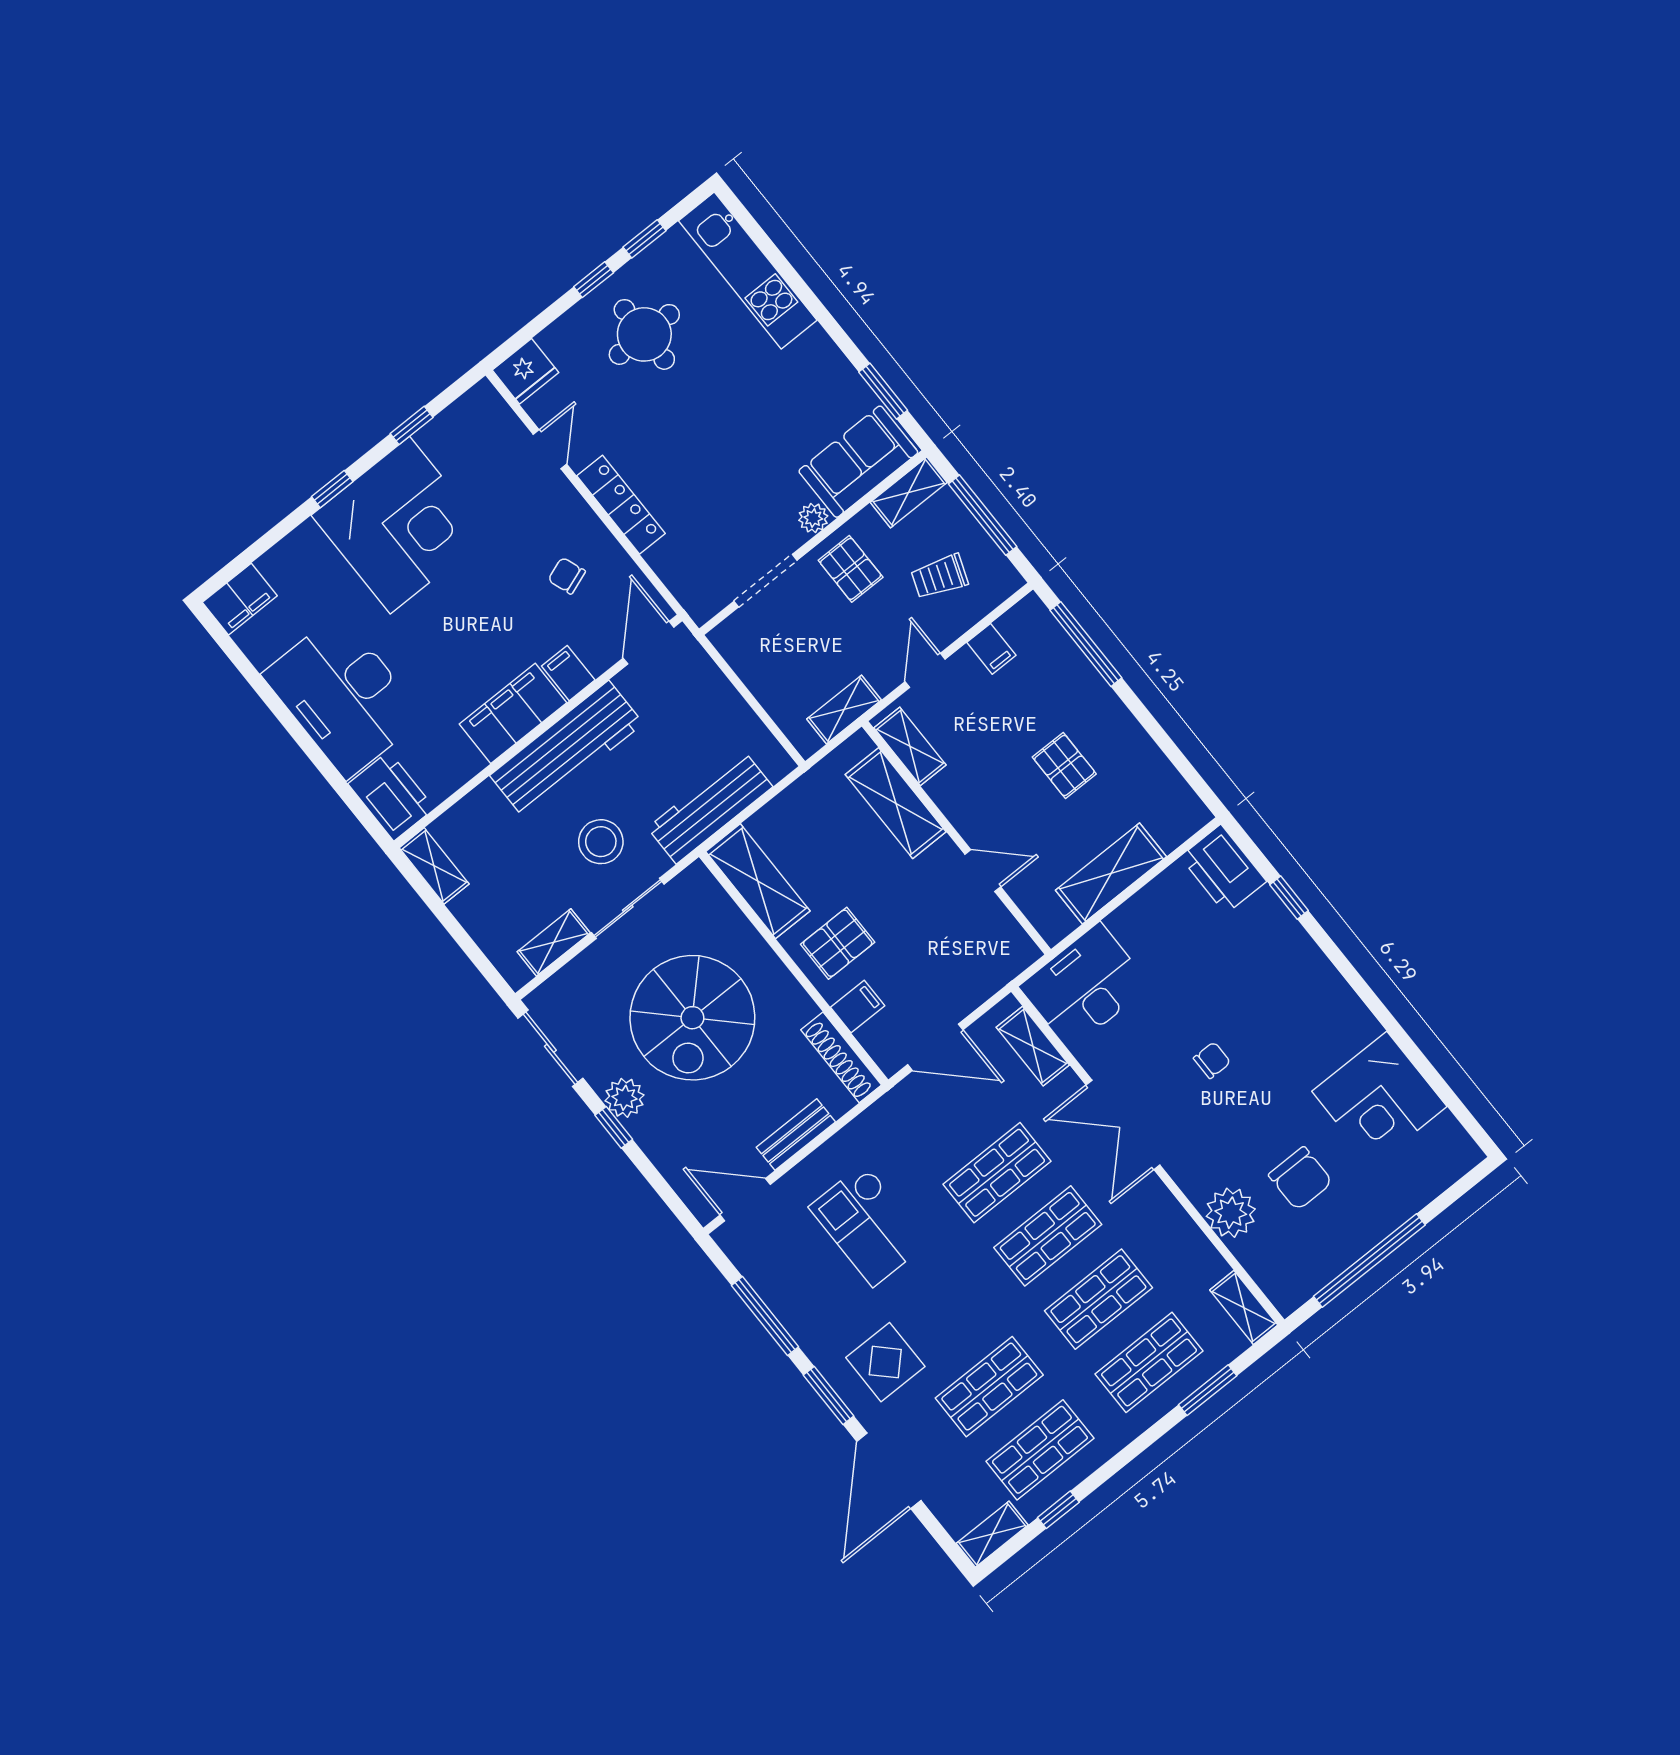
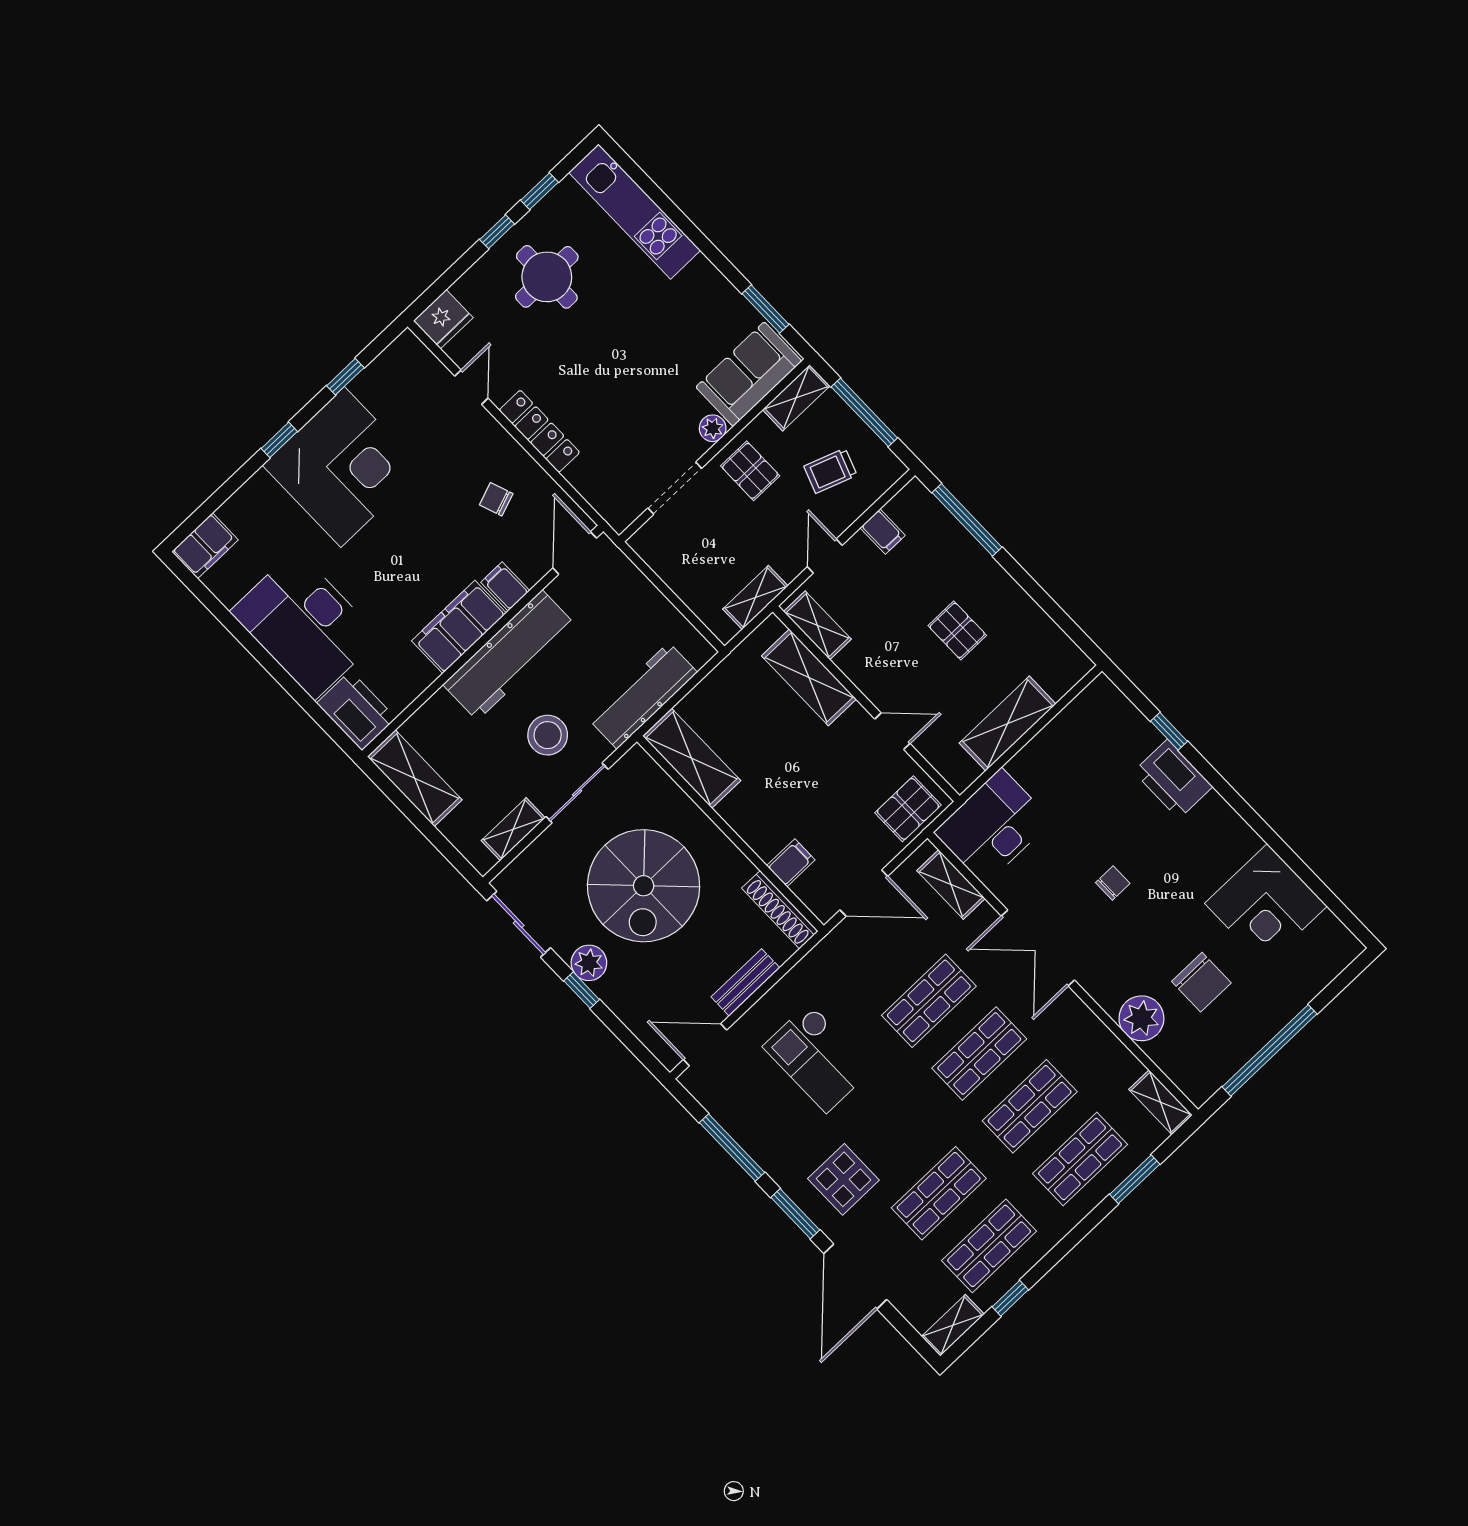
shelving: (434, 866) -> (415, 778), width x1.50, depth x1.33
printer: (1223, 869) -> (1173, 779), moved
pallet: (838, 943) -> (908, 809), moved

